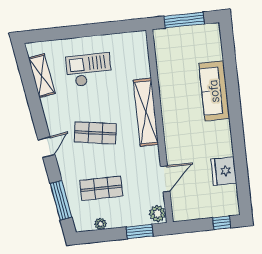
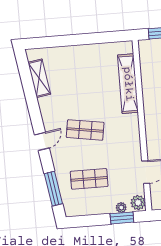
checkout: (89, 70) -> (81, 74), removed
shelving: (146, 112) -> (128, 84), moved
plant: (101, 224) -> (121, 208), moved

